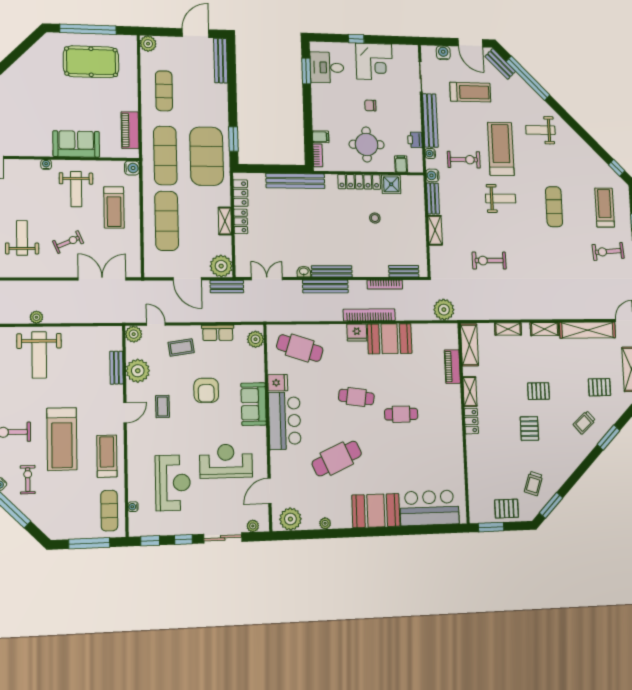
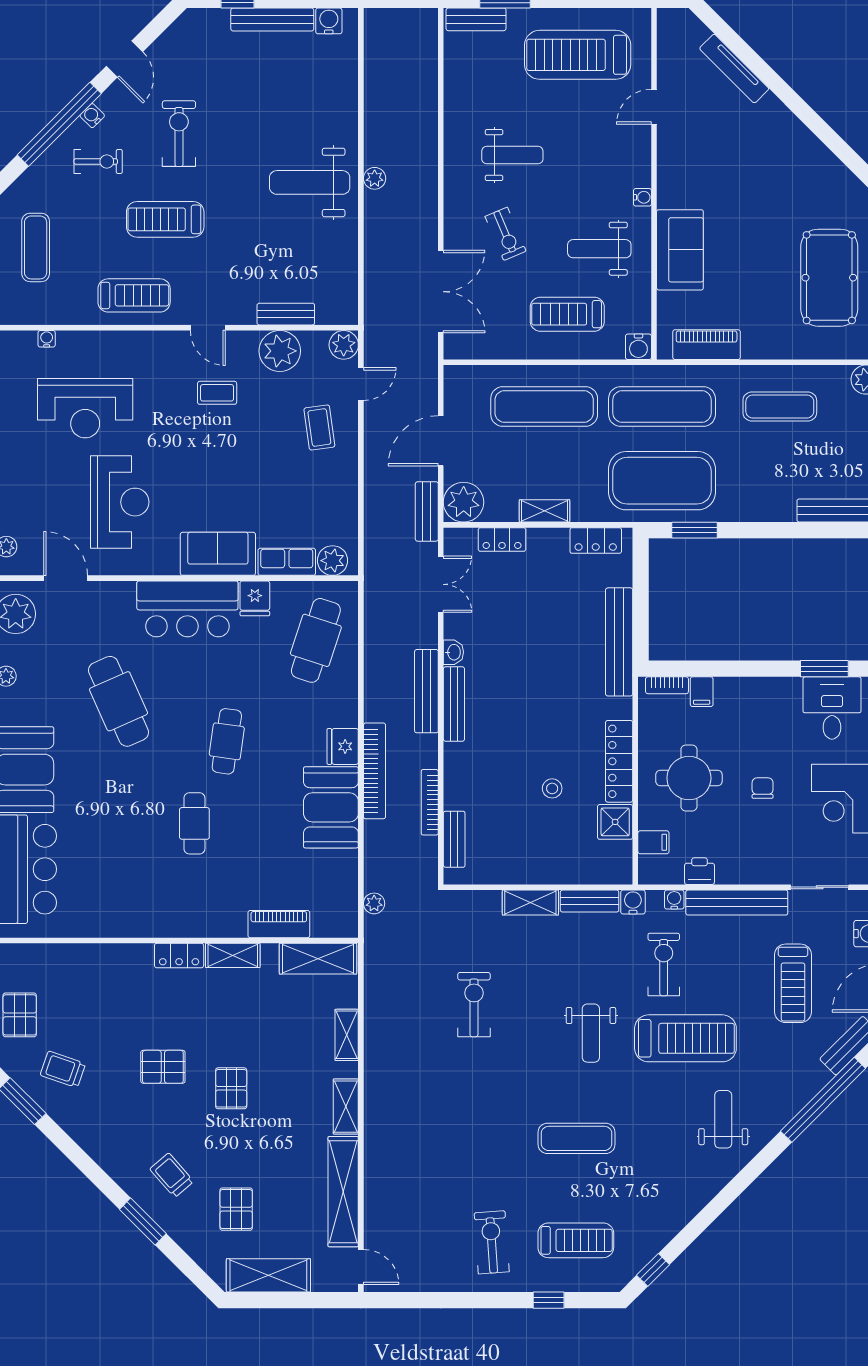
exercise bike: (464, 160) -> (664, 964), turned 180
locker: (241, 221) -> (502, 539), moved
plant: (444, 310) -> (374, 903), width x0.53, depth x0.53
row of seats: (218, 333) -> (287, 562), moved, turned 90
armchair: (206, 390) -> (244, 470), removed
treadmill: (62, 439) -> (165, 219), width x0.73, depth x0.73
exercise mat: (109, 511) -> (36, 247), moved, turned 90

